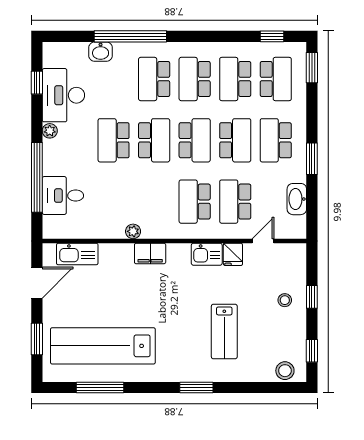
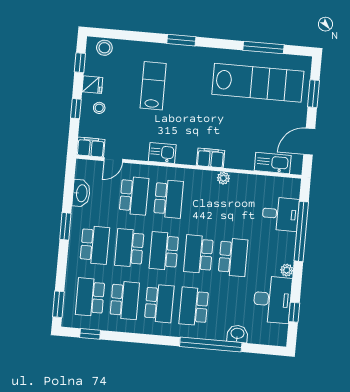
school desk: (154, 79) -> (194, 306), turned 180
fridge: (233, 254) -> (92, 85), moved, turned 90
filing cabinet: (291, 254) -> (91, 147), added

